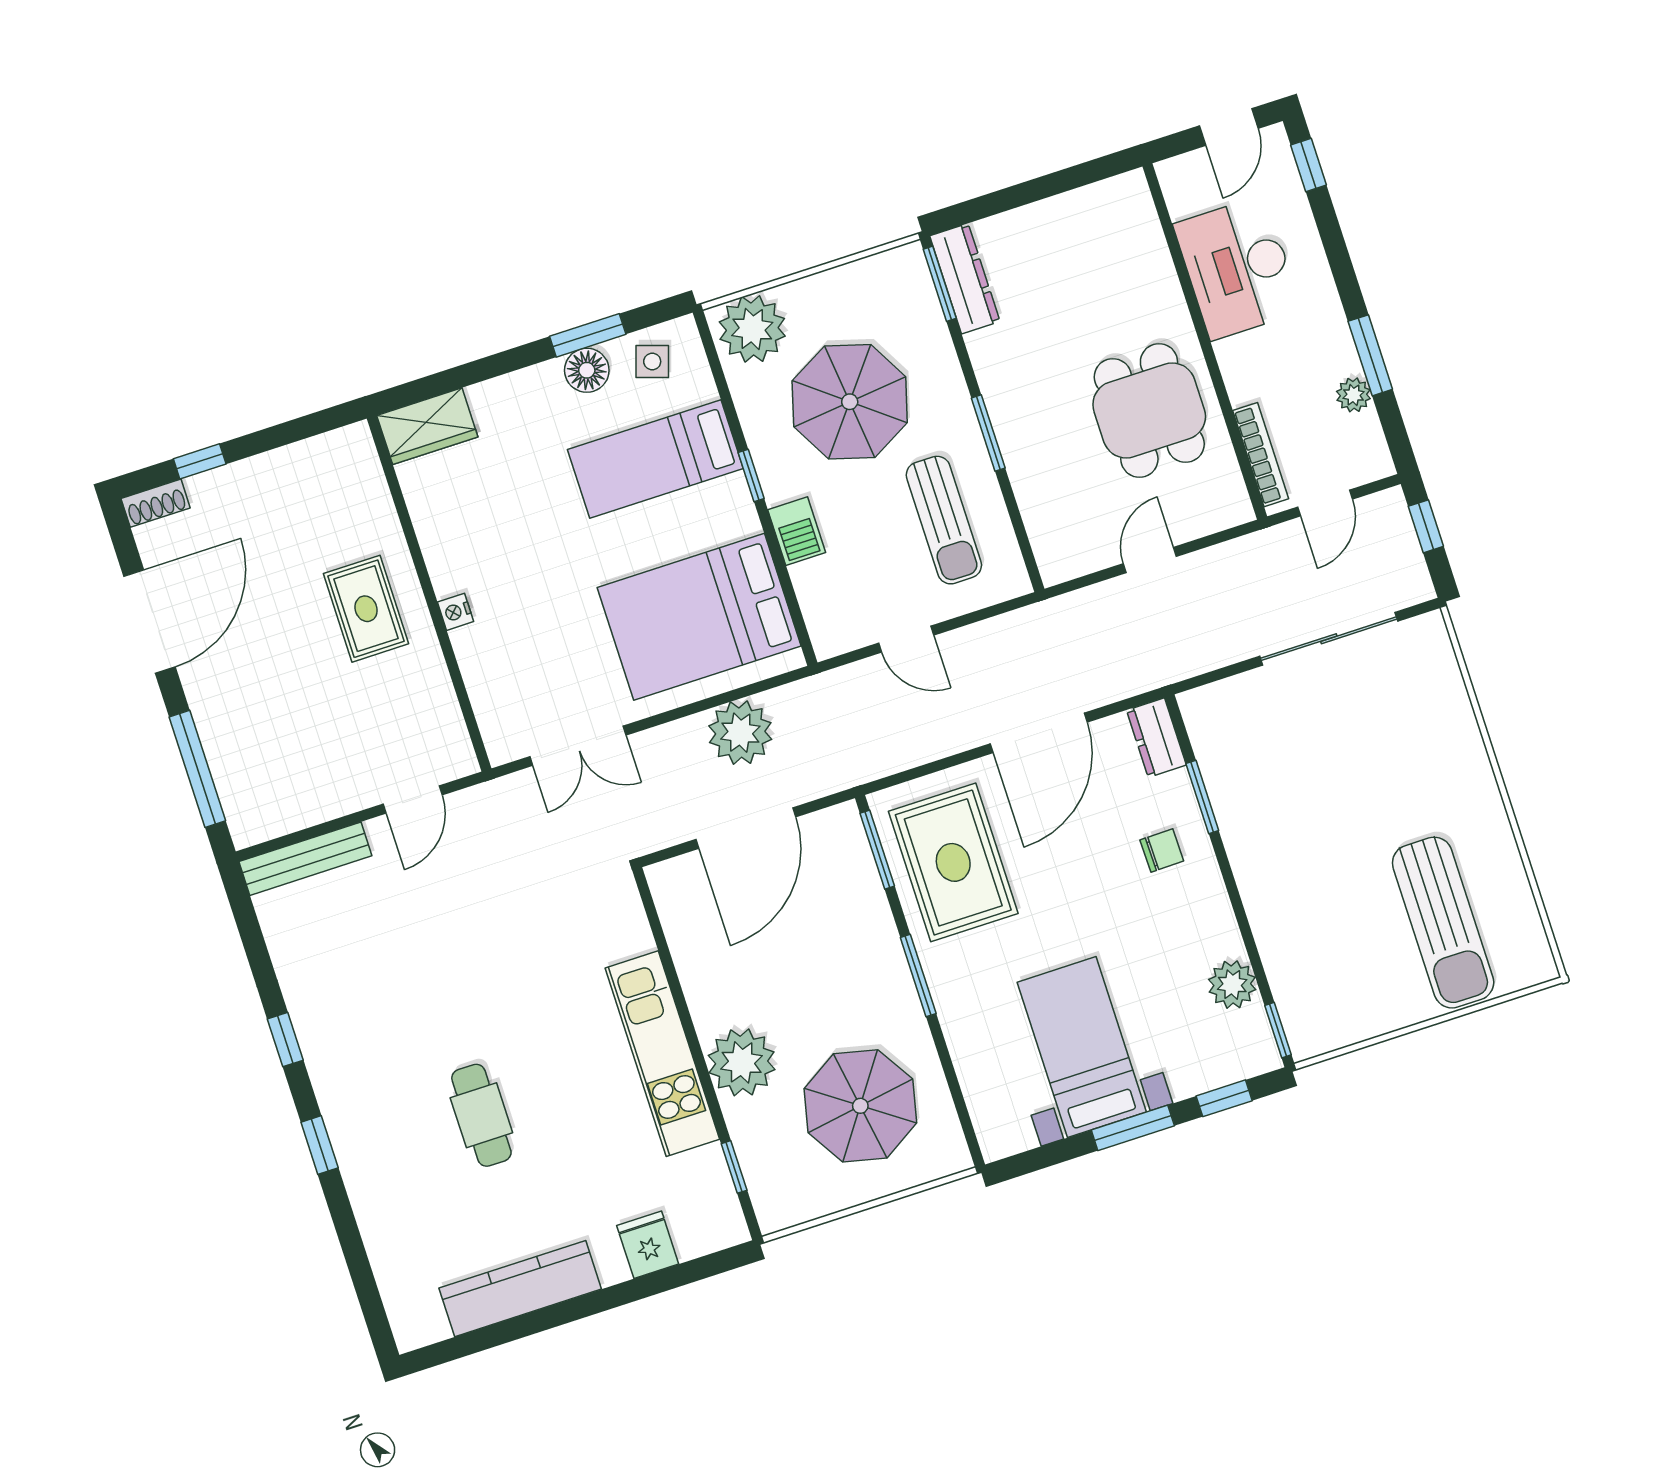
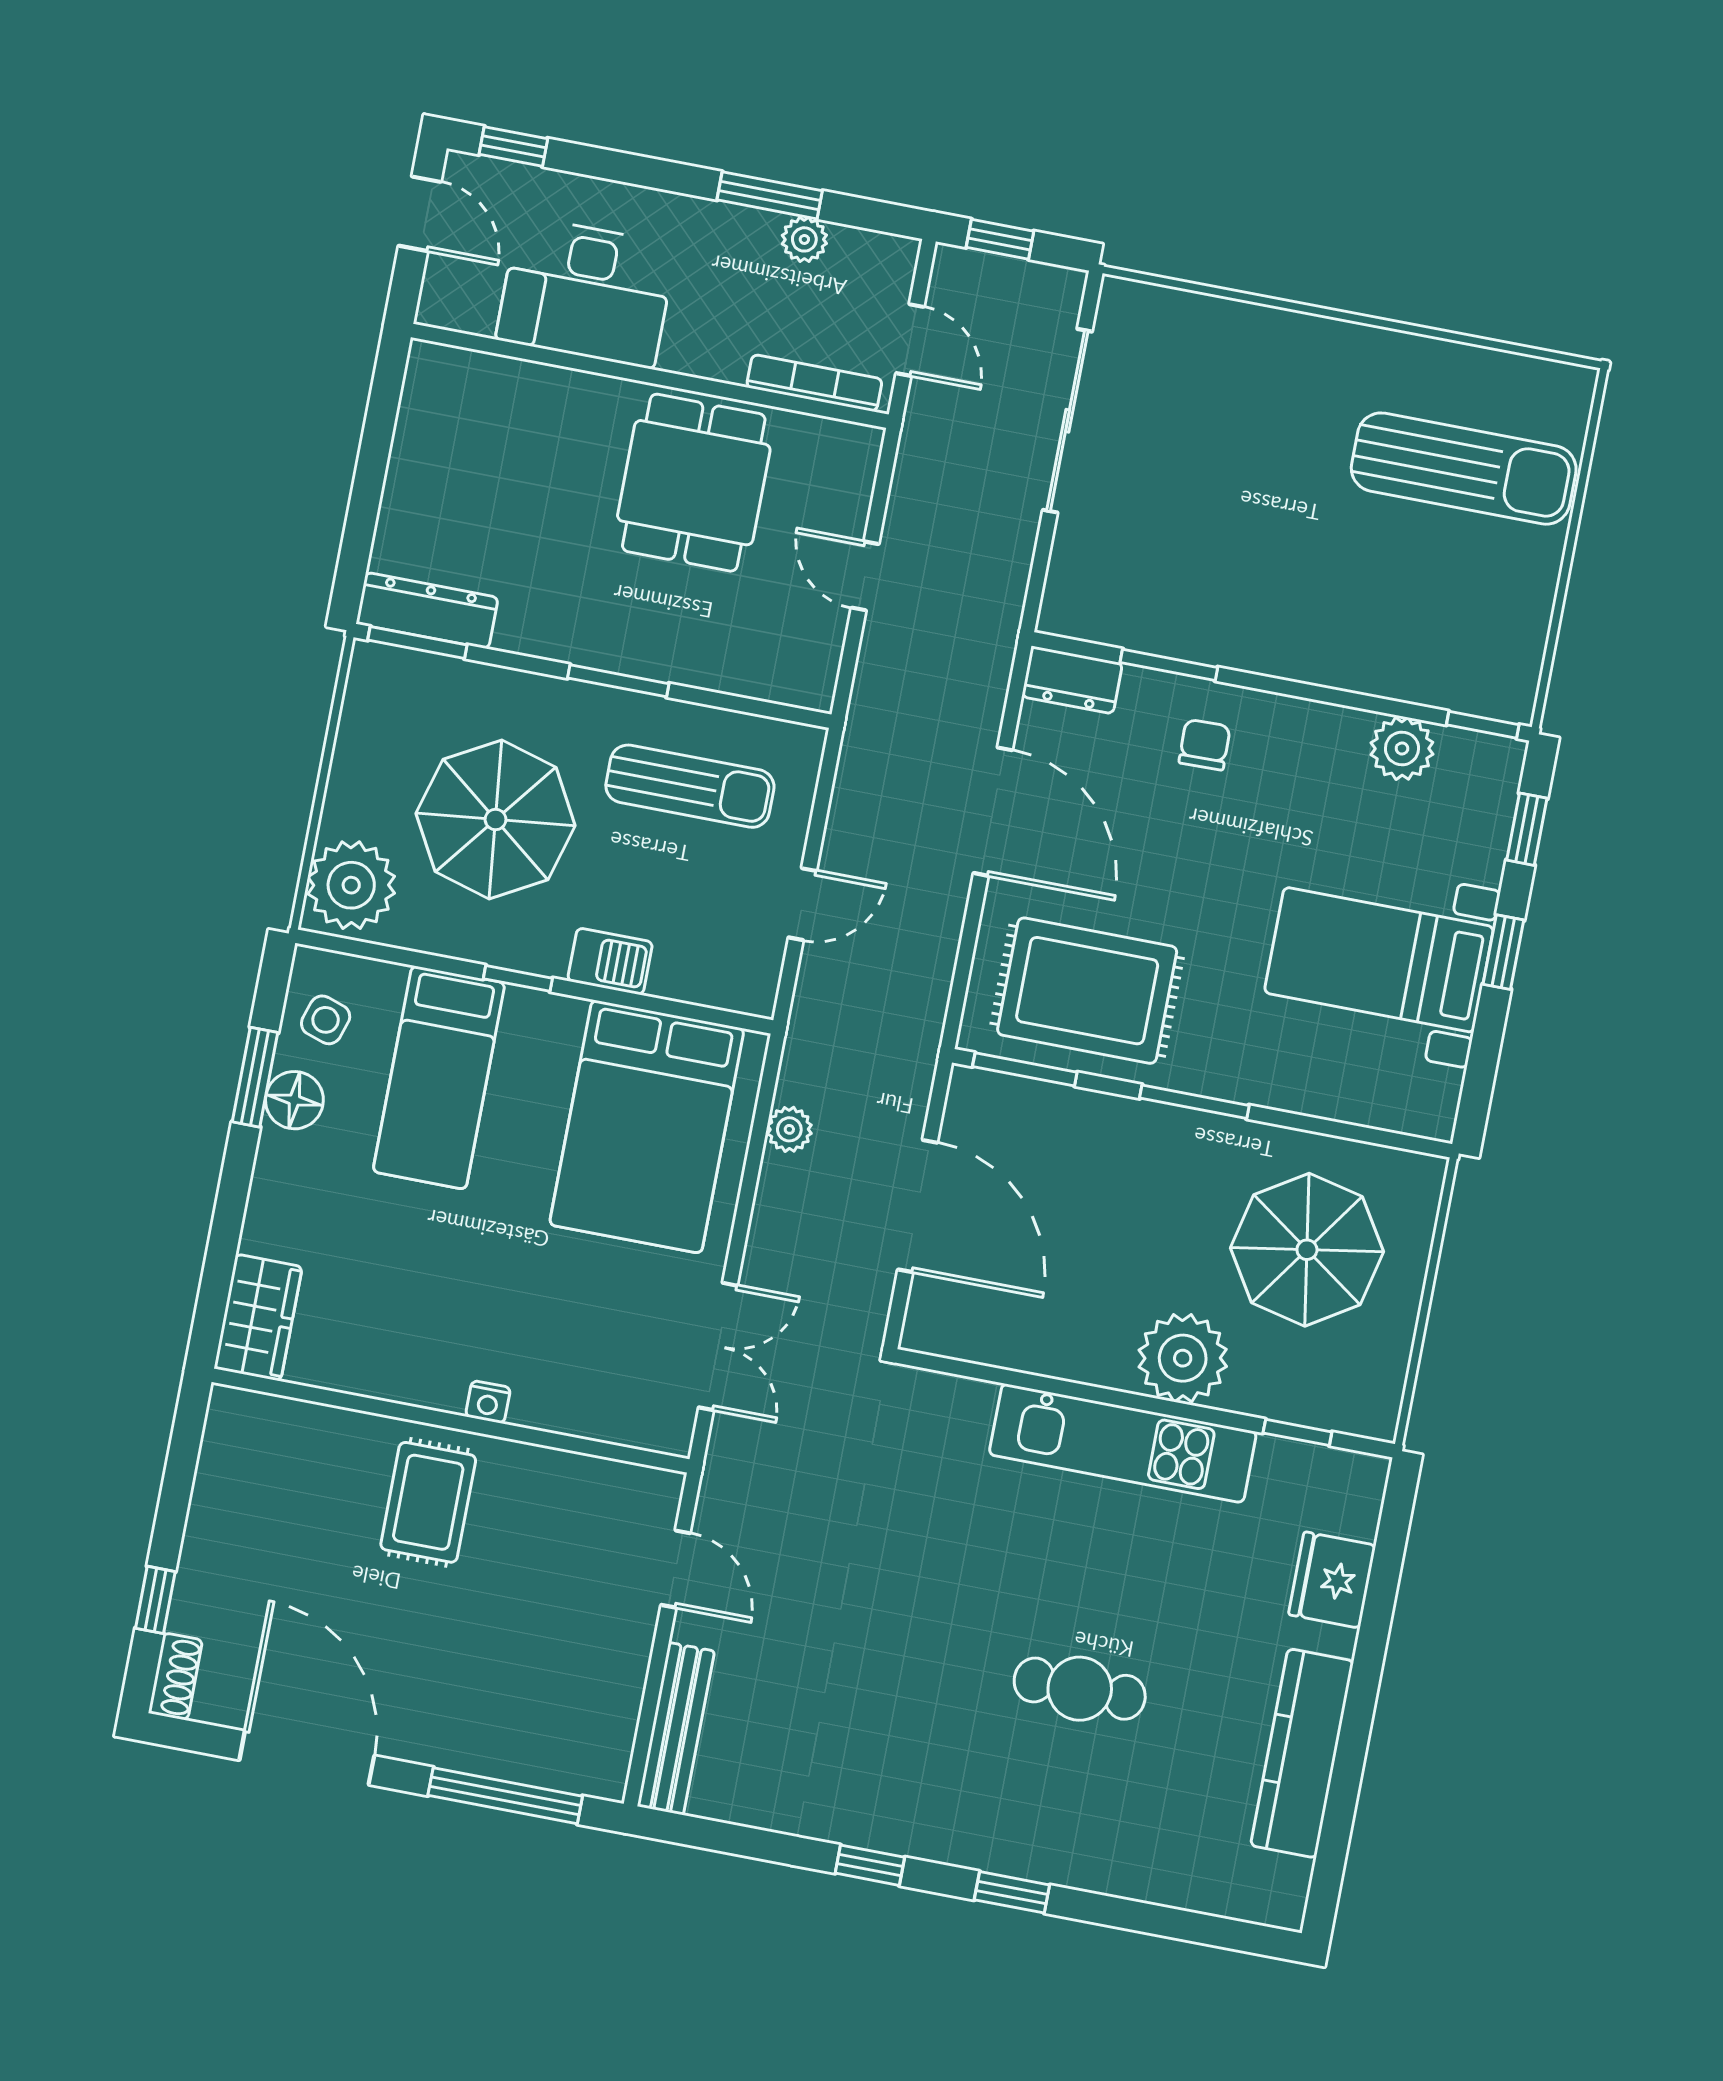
dining table: (1149, 411) -> (694, 483), turned 90
rug: (366, 609) -> (428, 1502), turned 90
plant: (740, 733) -> (789, 1129), width x0.53, depth x0.53
window: (1133, 1128) -> (1503, 952), width x0.67
fridge: (648, 1245) -> (1332, 1580), width x1.38

